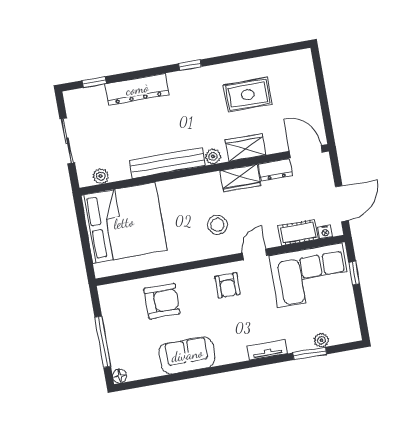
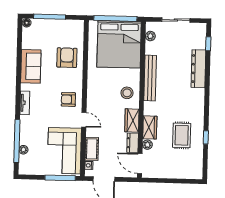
window: (190, 65) -> (206, 137), moved
door: (306, 152) -> (140, 164), swing flipped
plant: (213, 156) -> (147, 145), moved
stool: (217, 225) -> (127, 93), moved
window: (84, 237) -> (115, 18), added
window: (354, 273) -> (60, 178), width x2.17
armchair: (162, 301) -> (67, 58), turned 180
tv unit: (267, 350) -> (25, 103), moved
window: (310, 353) -> (17, 141), width x2.11

